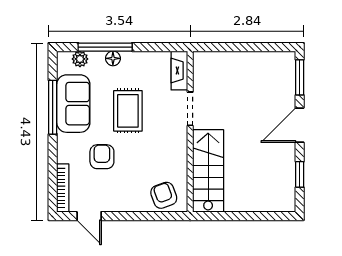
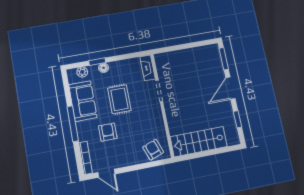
window: (105, 47) -> (97, 62), width x0.46
window: (53, 107) -> (73, 124), moved
stairs: (208, 171) -> (199, 142), moved, turned -90

